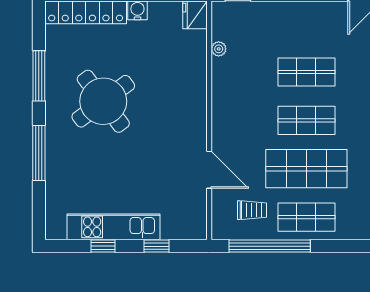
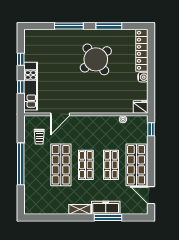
shop shelf: (306, 217) -> (136, 165), moved, width x1.43, depth x1.36
kitchen unit: (113, 227) -> (31, 86), moved
window: (270, 246) -> (21, 164), moved

